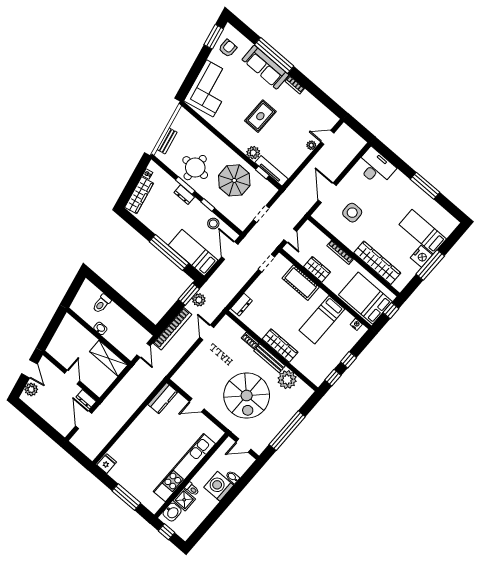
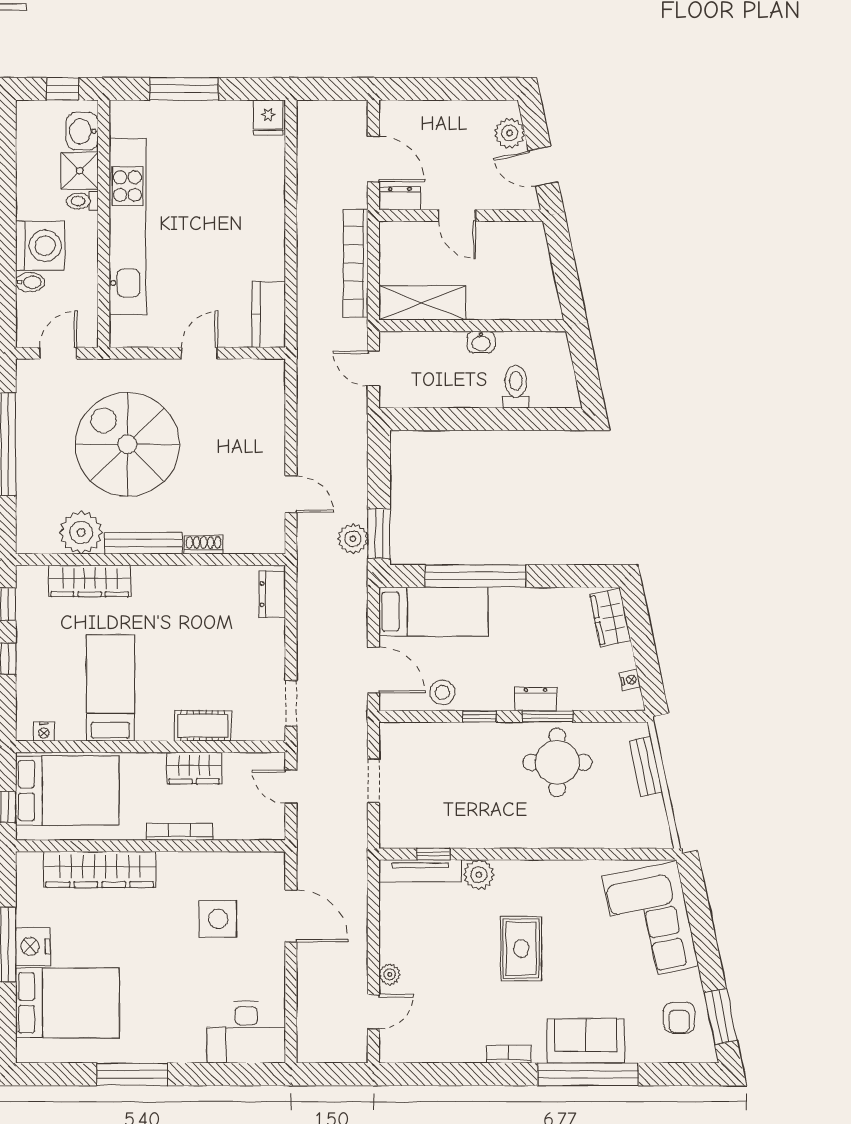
sofa: (265, 67) -> (586, 1041), width x0.73
parasol: (234, 180) -> (470, 798), removed
wardrobe: (139, 195) -> (610, 617), width x0.67
bed: (423, 232) -> (67, 1003), width x1.50
cot: (301, 283) -> (203, 726), width x0.73, depth x0.75
bookcase: (172, 329) -> (356, 263), moved
wardrobe: (280, 346) -> (90, 581), moved

